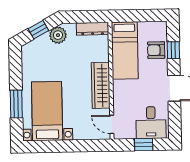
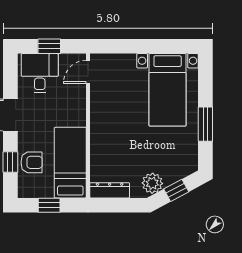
window: (141, 16) -> (49, 205), added
wardrobe: (101, 85) -> (101, 120), removed
window: (16, 104) -> (205, 124), moved
door: (112, 124) -> (88, 72), swing flipped

